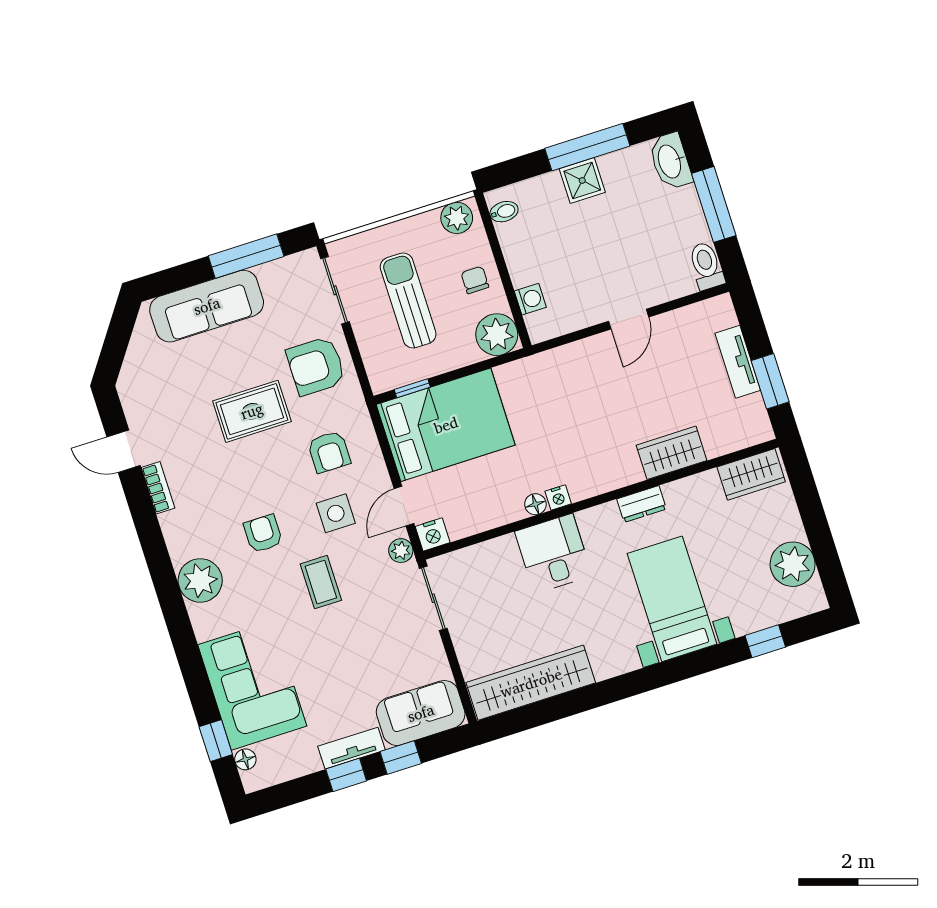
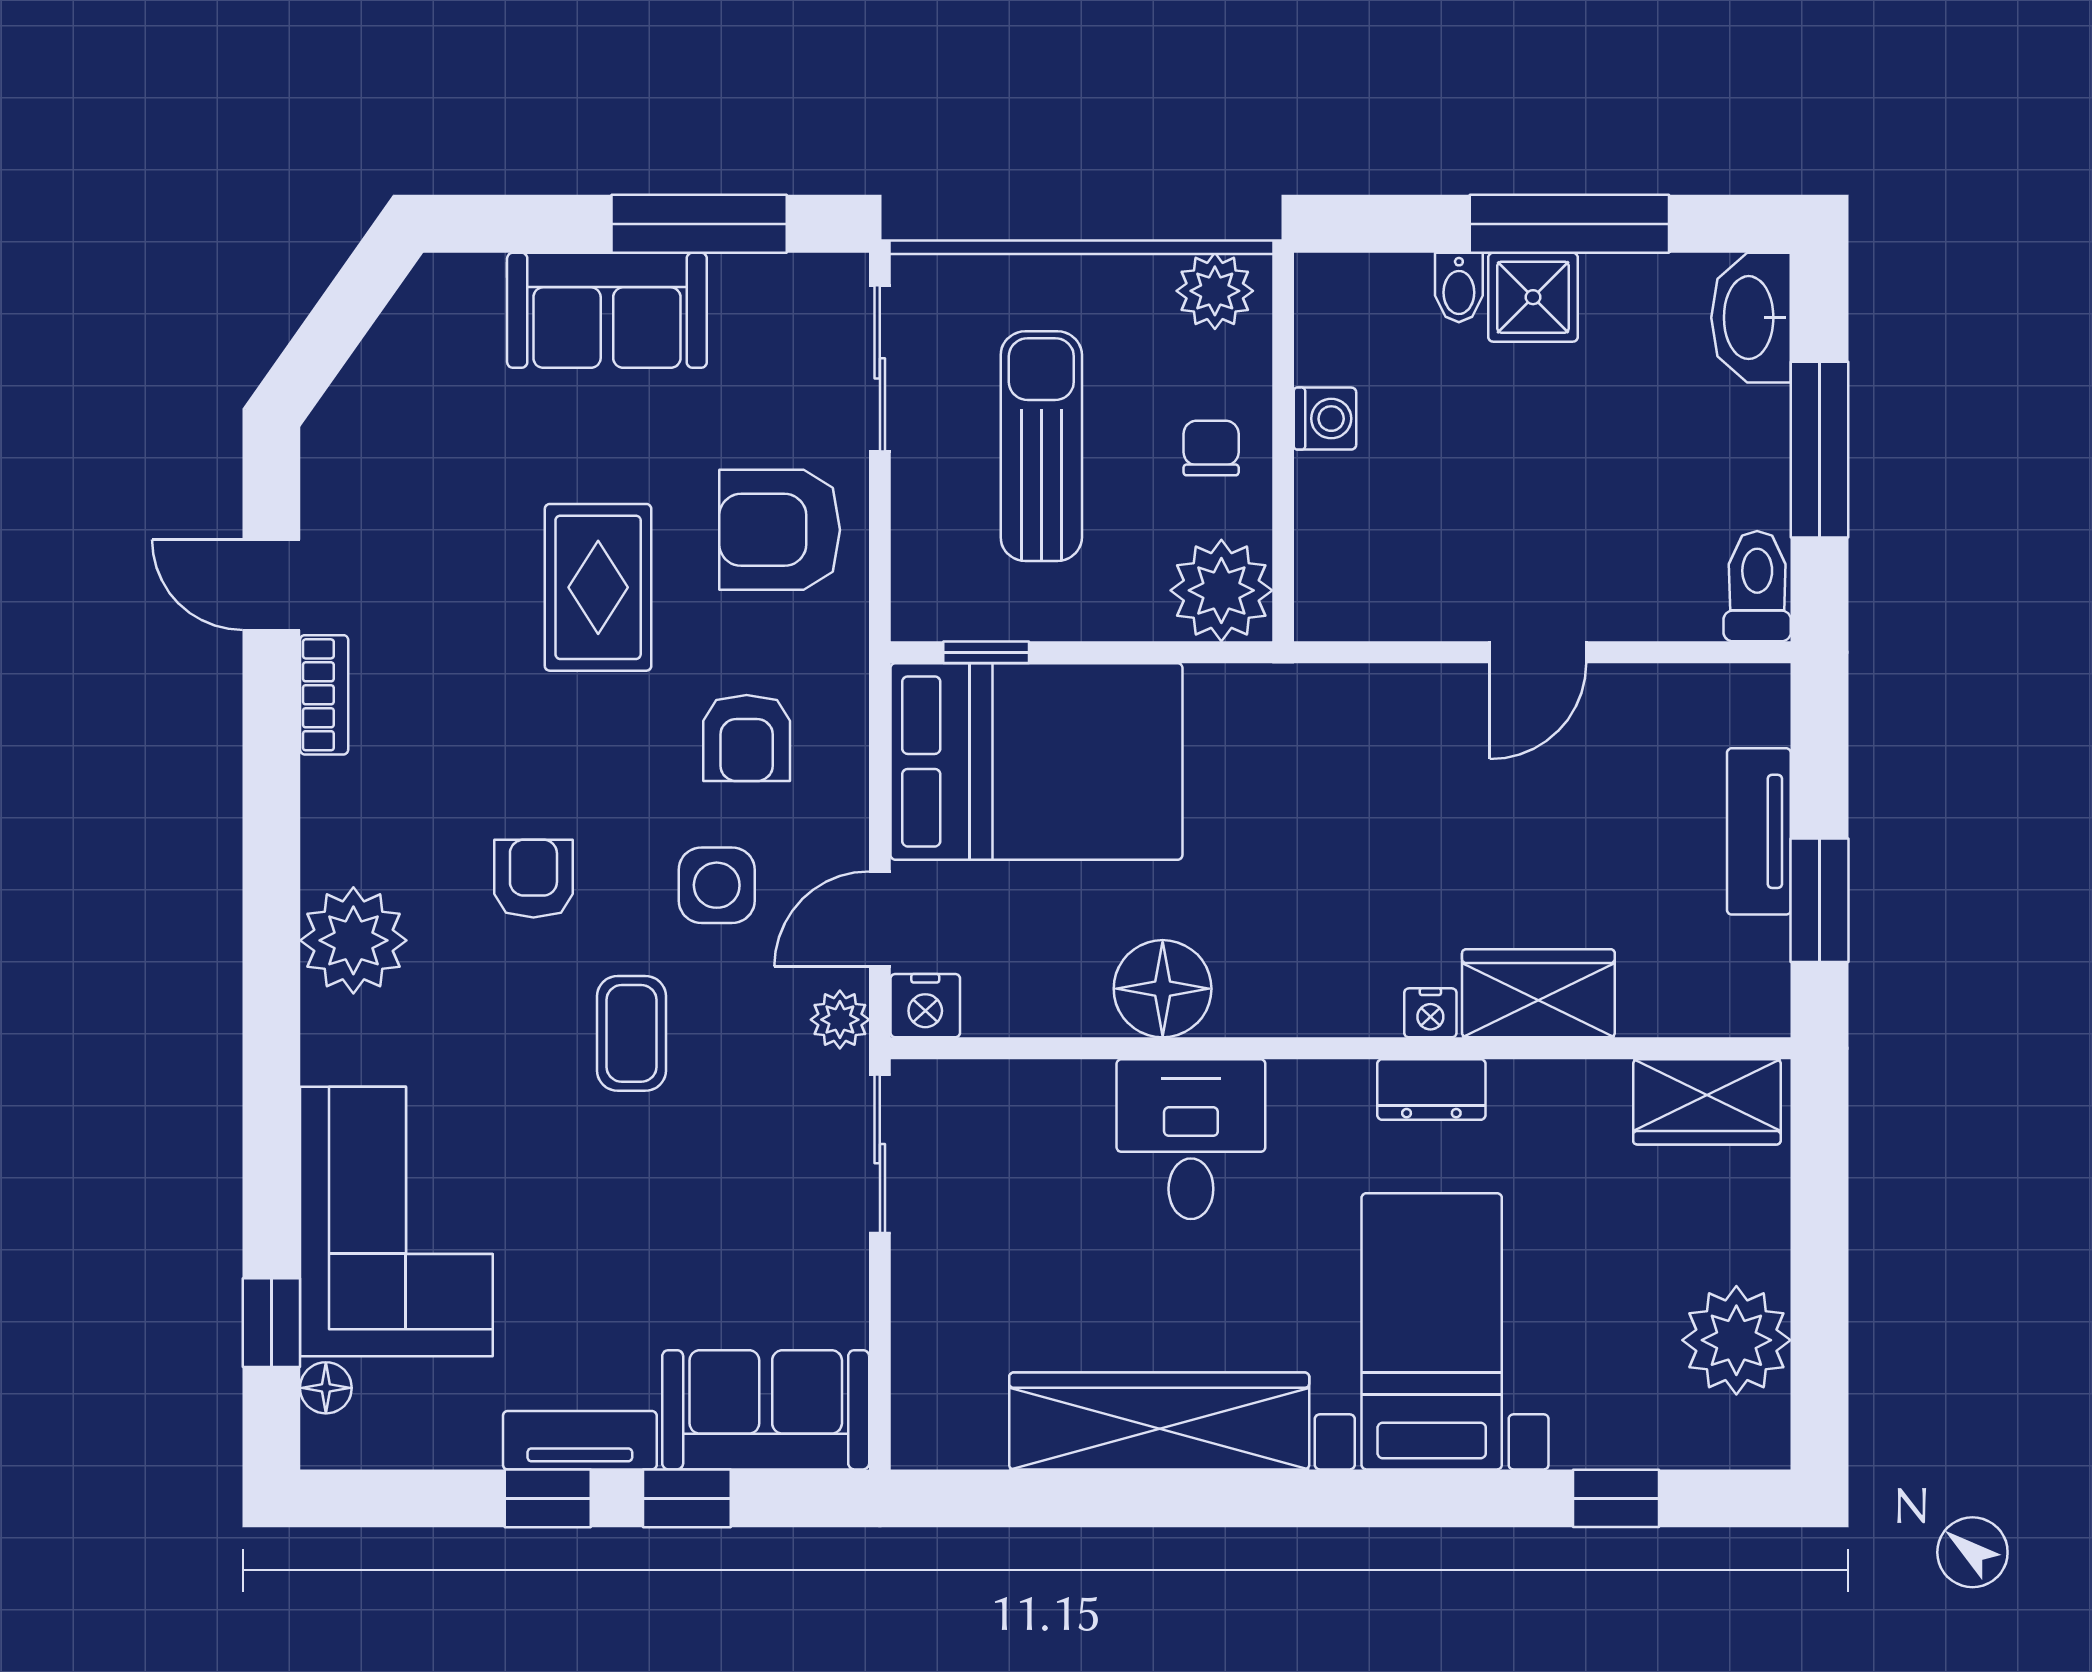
bidet: (504, 212) -> (1459, 288), moved, turned 90
washing machine: (530, 299) -> (1325, 419), moved
sofa: (207, 306) -> (607, 310), width x0.73
rug: (252, 411) -> (598, 587), turned 90
nightstand: (558, 497) -> (1430, 1013), moved
floor lamp: (535, 504) -> (1163, 989), width x1.89, depth x1.89
wardrobe: (531, 683) -> (1159, 1421), moved

